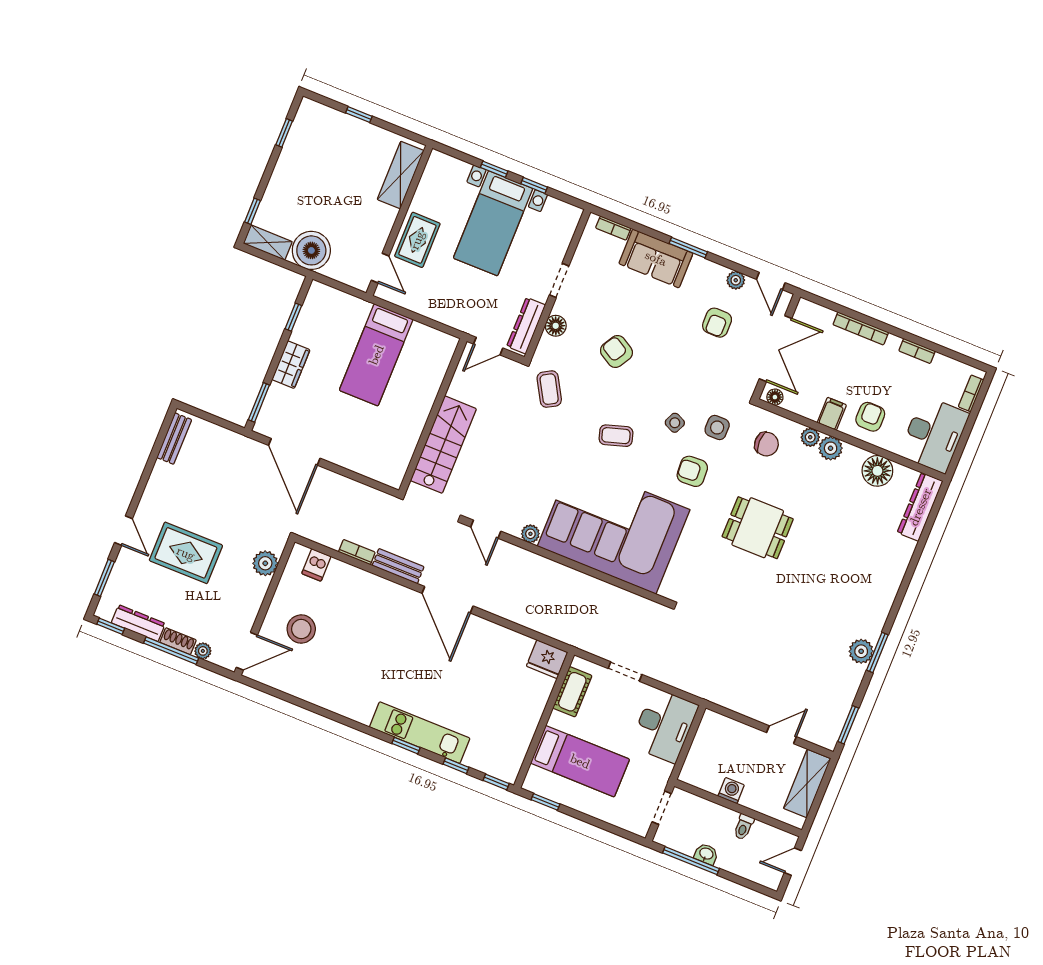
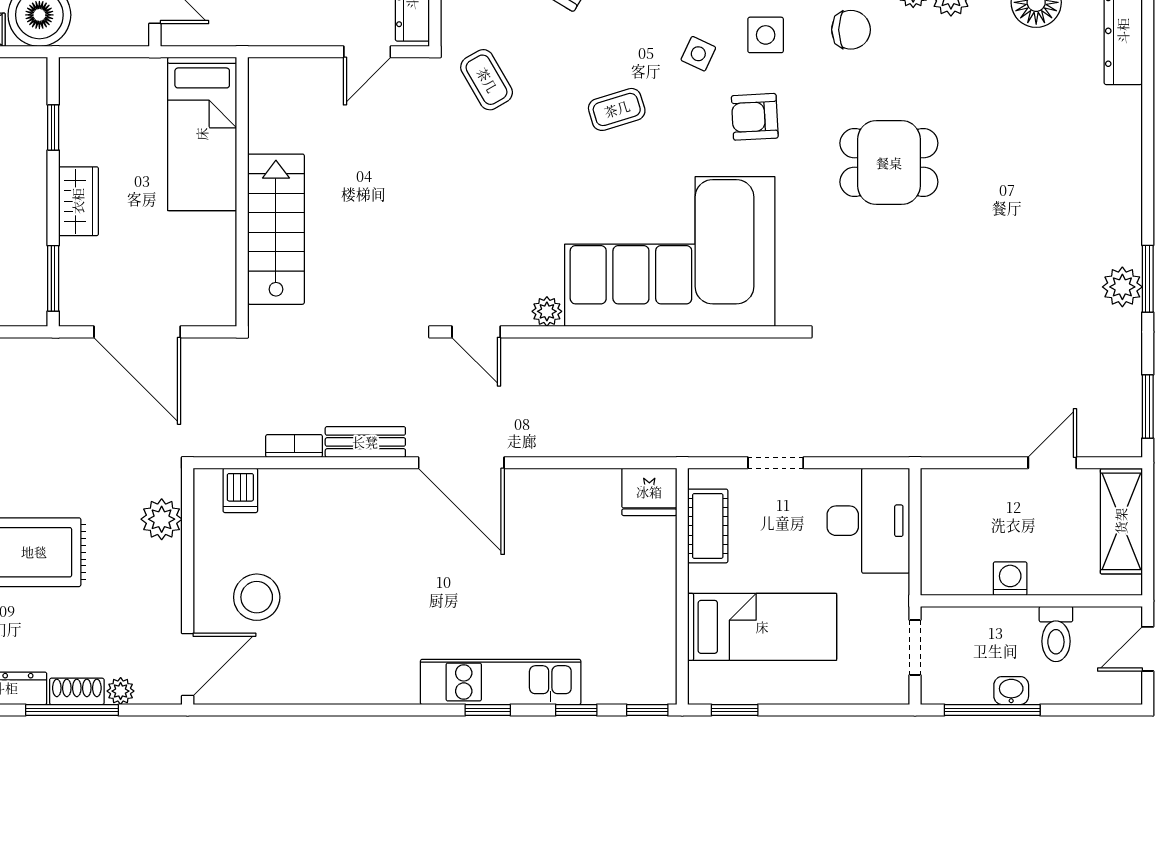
wall: (433, 416) -> (242, 192), moved
stairs: (443, 445) -> (276, 229), moved
toilet: (744, 827) -> (1056, 634), width x1.37, depth x1.39

